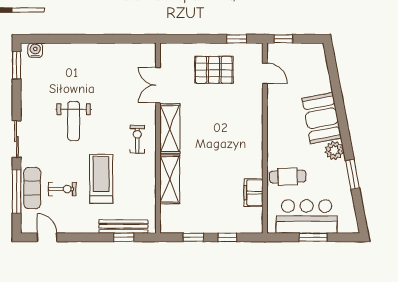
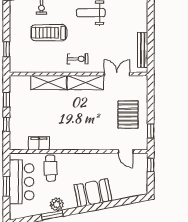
door: (265, 73) -> (126, 152), hinge flipped
plant: (334, 151) -> (57, 204), moved
treadmill: (101, 179) -> (49, 33), turned 180
bench: (123, 226) -> (143, 50), moved

